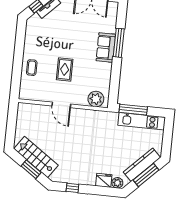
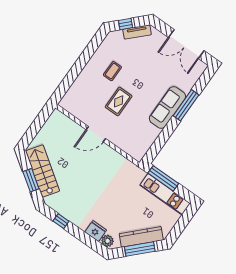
sofa: (106, 47) -> (167, 107), width x1.36
coffee table: (32, 68) -> (112, 71), moved
plant: (96, 99) -> (133, 147), removed
door: (61, 105) -> (96, 134), hinge flipped

